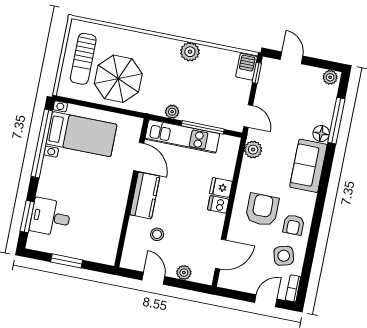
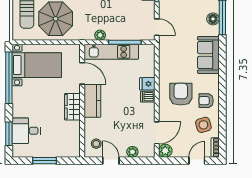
floor lamp: (321, 133) -> (213, 19), moved
plant: (253, 150) -> (165, 151), moved
wardrobe: (117, 198) -> (72, 107), added
armchair: (294, 225) -> (206, 101), turned 90
stool: (157, 234) -> (96, 144), moved

